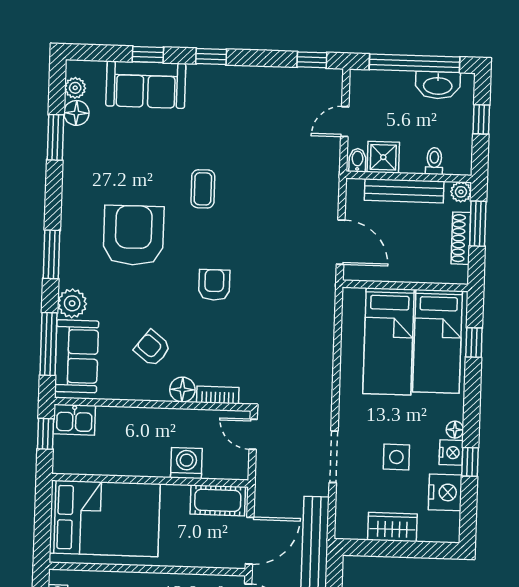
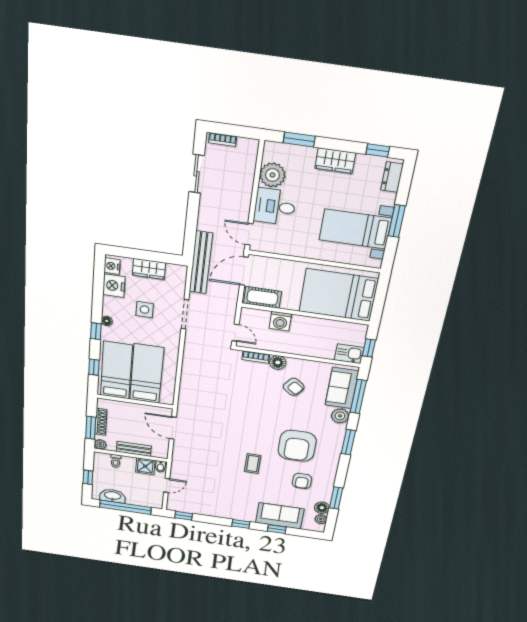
bench: (404, 191) -> (134, 449), width x0.73
armchair: (214, 285) -> (302, 481), moved
nightstand: (451, 453) -> (112, 266), moved
window: (470, 462) -> (96, 331), moved

